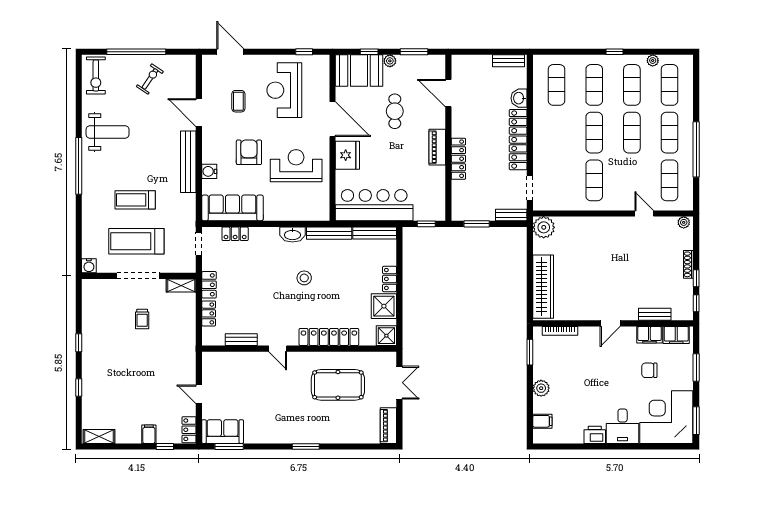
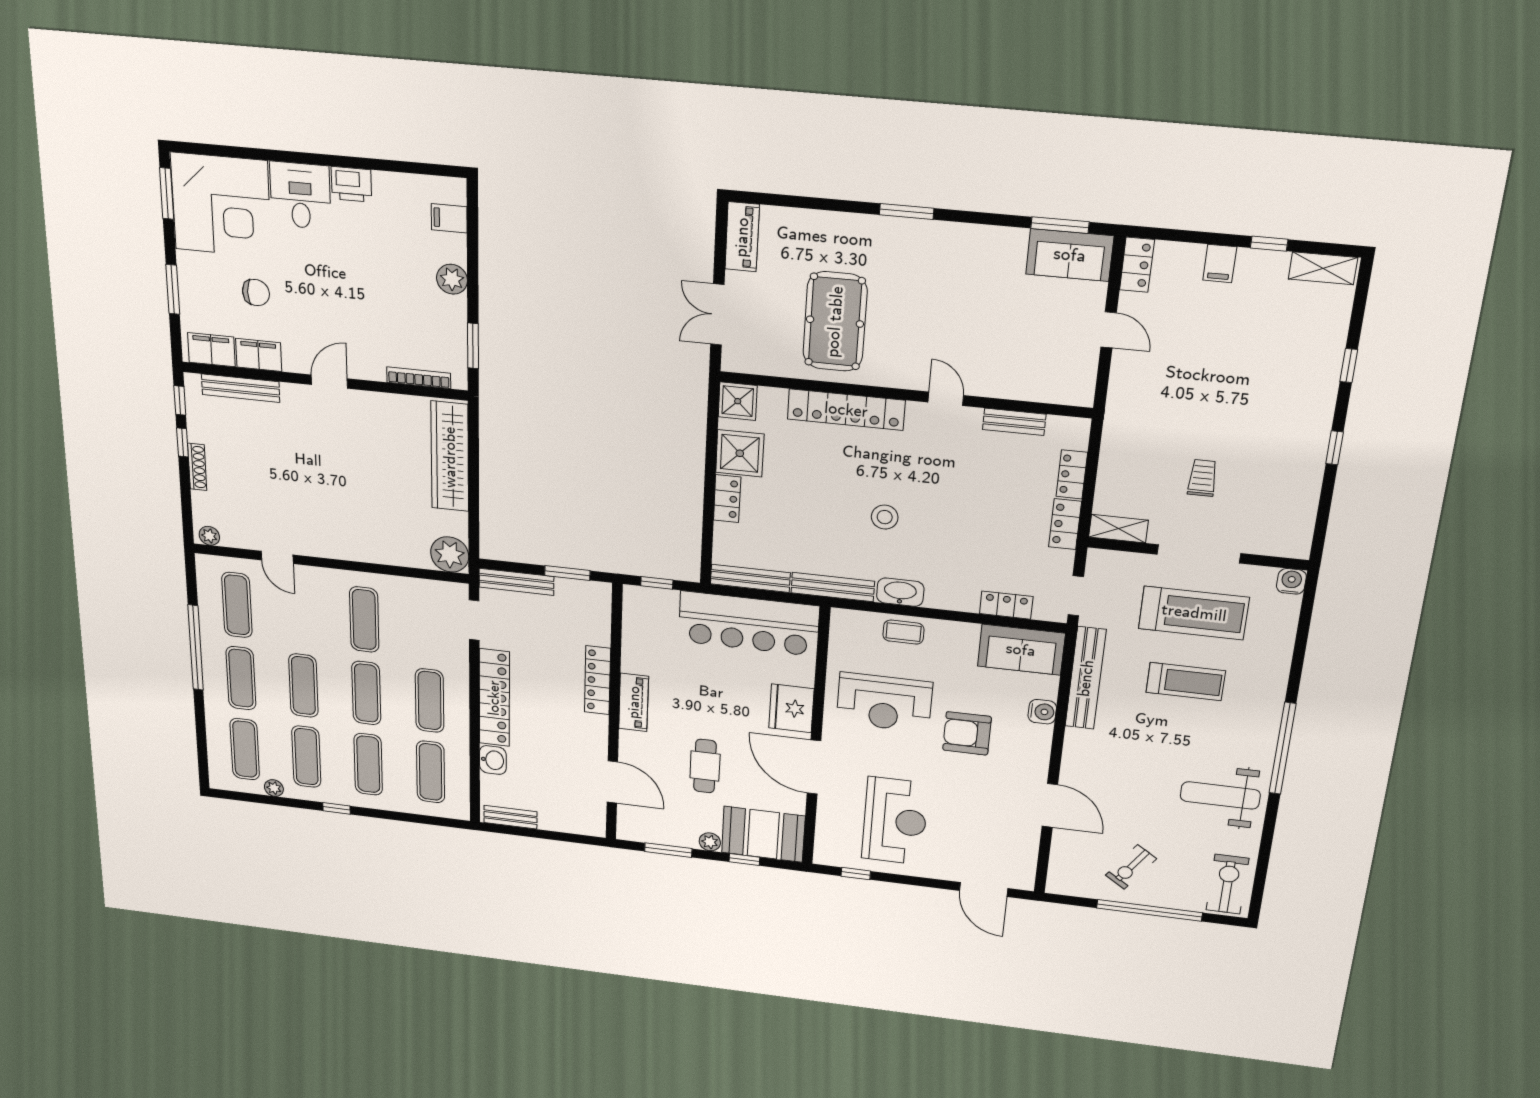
coffee table: (238, 101) -> (904, 632), moved, turned 90
exercise mat: (556, 133) -> (430, 701), added
armchair: (249, 152) -> (967, 733), turned 90
bench: (188, 162) -> (1086, 678), moved
sofa: (232, 208) -> (1021, 650), width x0.73
bench: (511, 215) -> (516, 582), width x1.36
bench: (655, 314) -> (241, 388), width x1.36
pool table: (338, 385) -> (835, 322), turned 90
window: (165, 447) -> (1269, 244), moved

